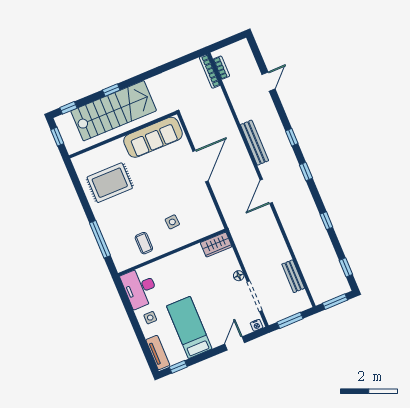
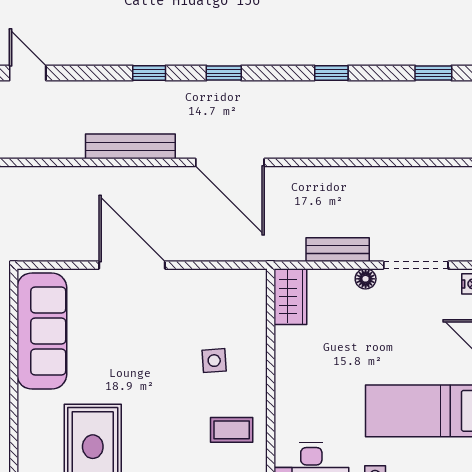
door: (266, 191) -> (230, 162), width x1.36
bench: (293, 276) -> (338, 250), moved

